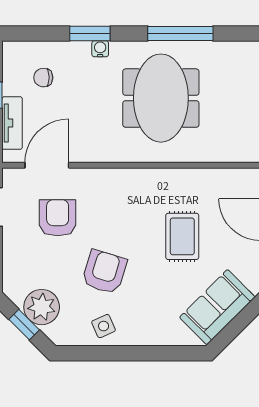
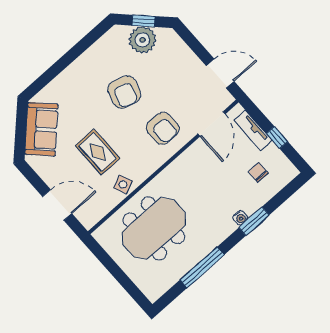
chair: (43, 78) -> (258, 172), turned -90
meeting table: (161, 98) -> (154, 228), moved, turned 90
armchair: (58, 218) -> (163, 128), moved
side table: (104, 326) -> (123, 184), moved

